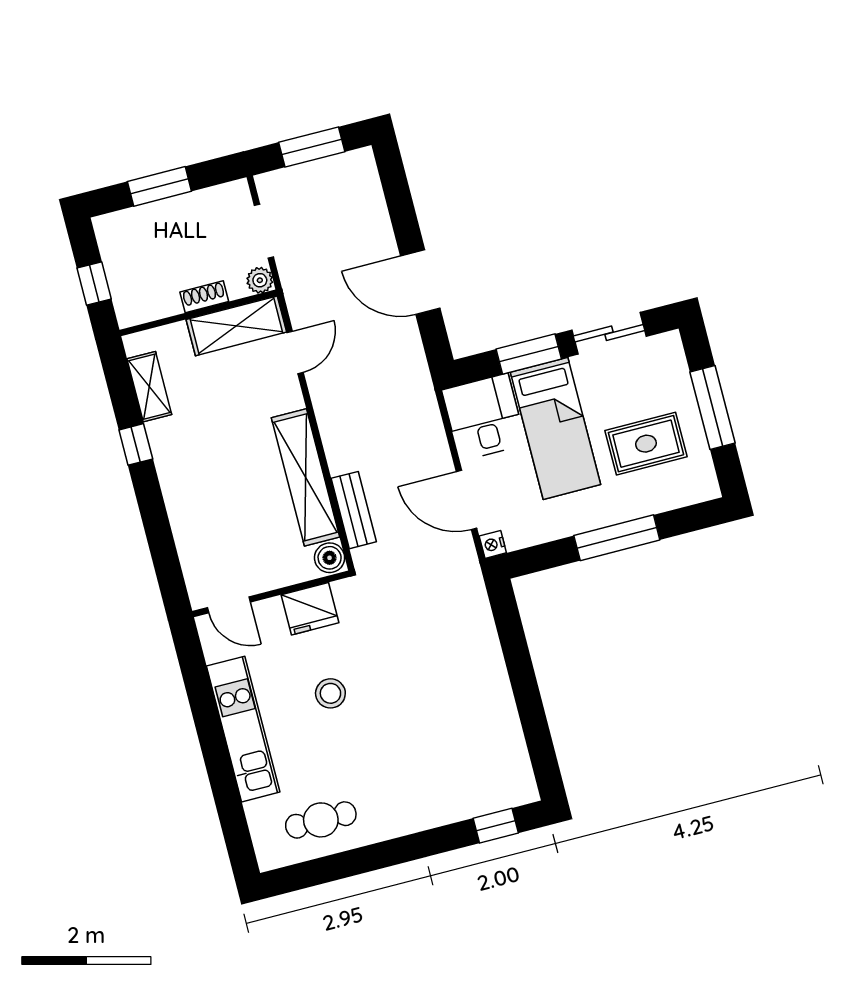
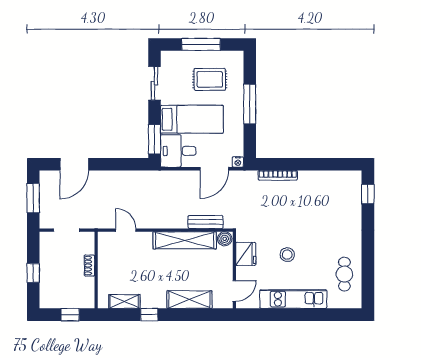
window: (159, 186) -> (33, 273), width x0.67
plant: (260, 280) -> (88, 238), removed
door: (420, 282) -> (74, 164), moved
shelving: (236, 326) -> (189, 300), moved, turned 90
window: (529, 354) -> (154, 139), moved
rug: (646, 444) -> (210, 79), turned 90
bookcase: (487, 632) -> (278, 175), added

